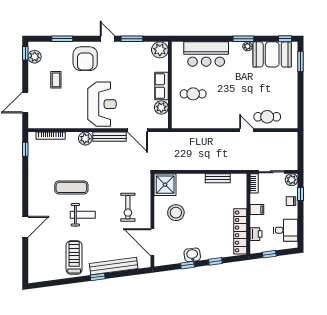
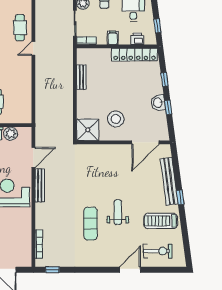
plant: (85, 139) -> (42, 210), removed
exercise bike: (128, 207) -> (158, 251), moved
door: (25, 227) -> (130, 270), hinge flipped

